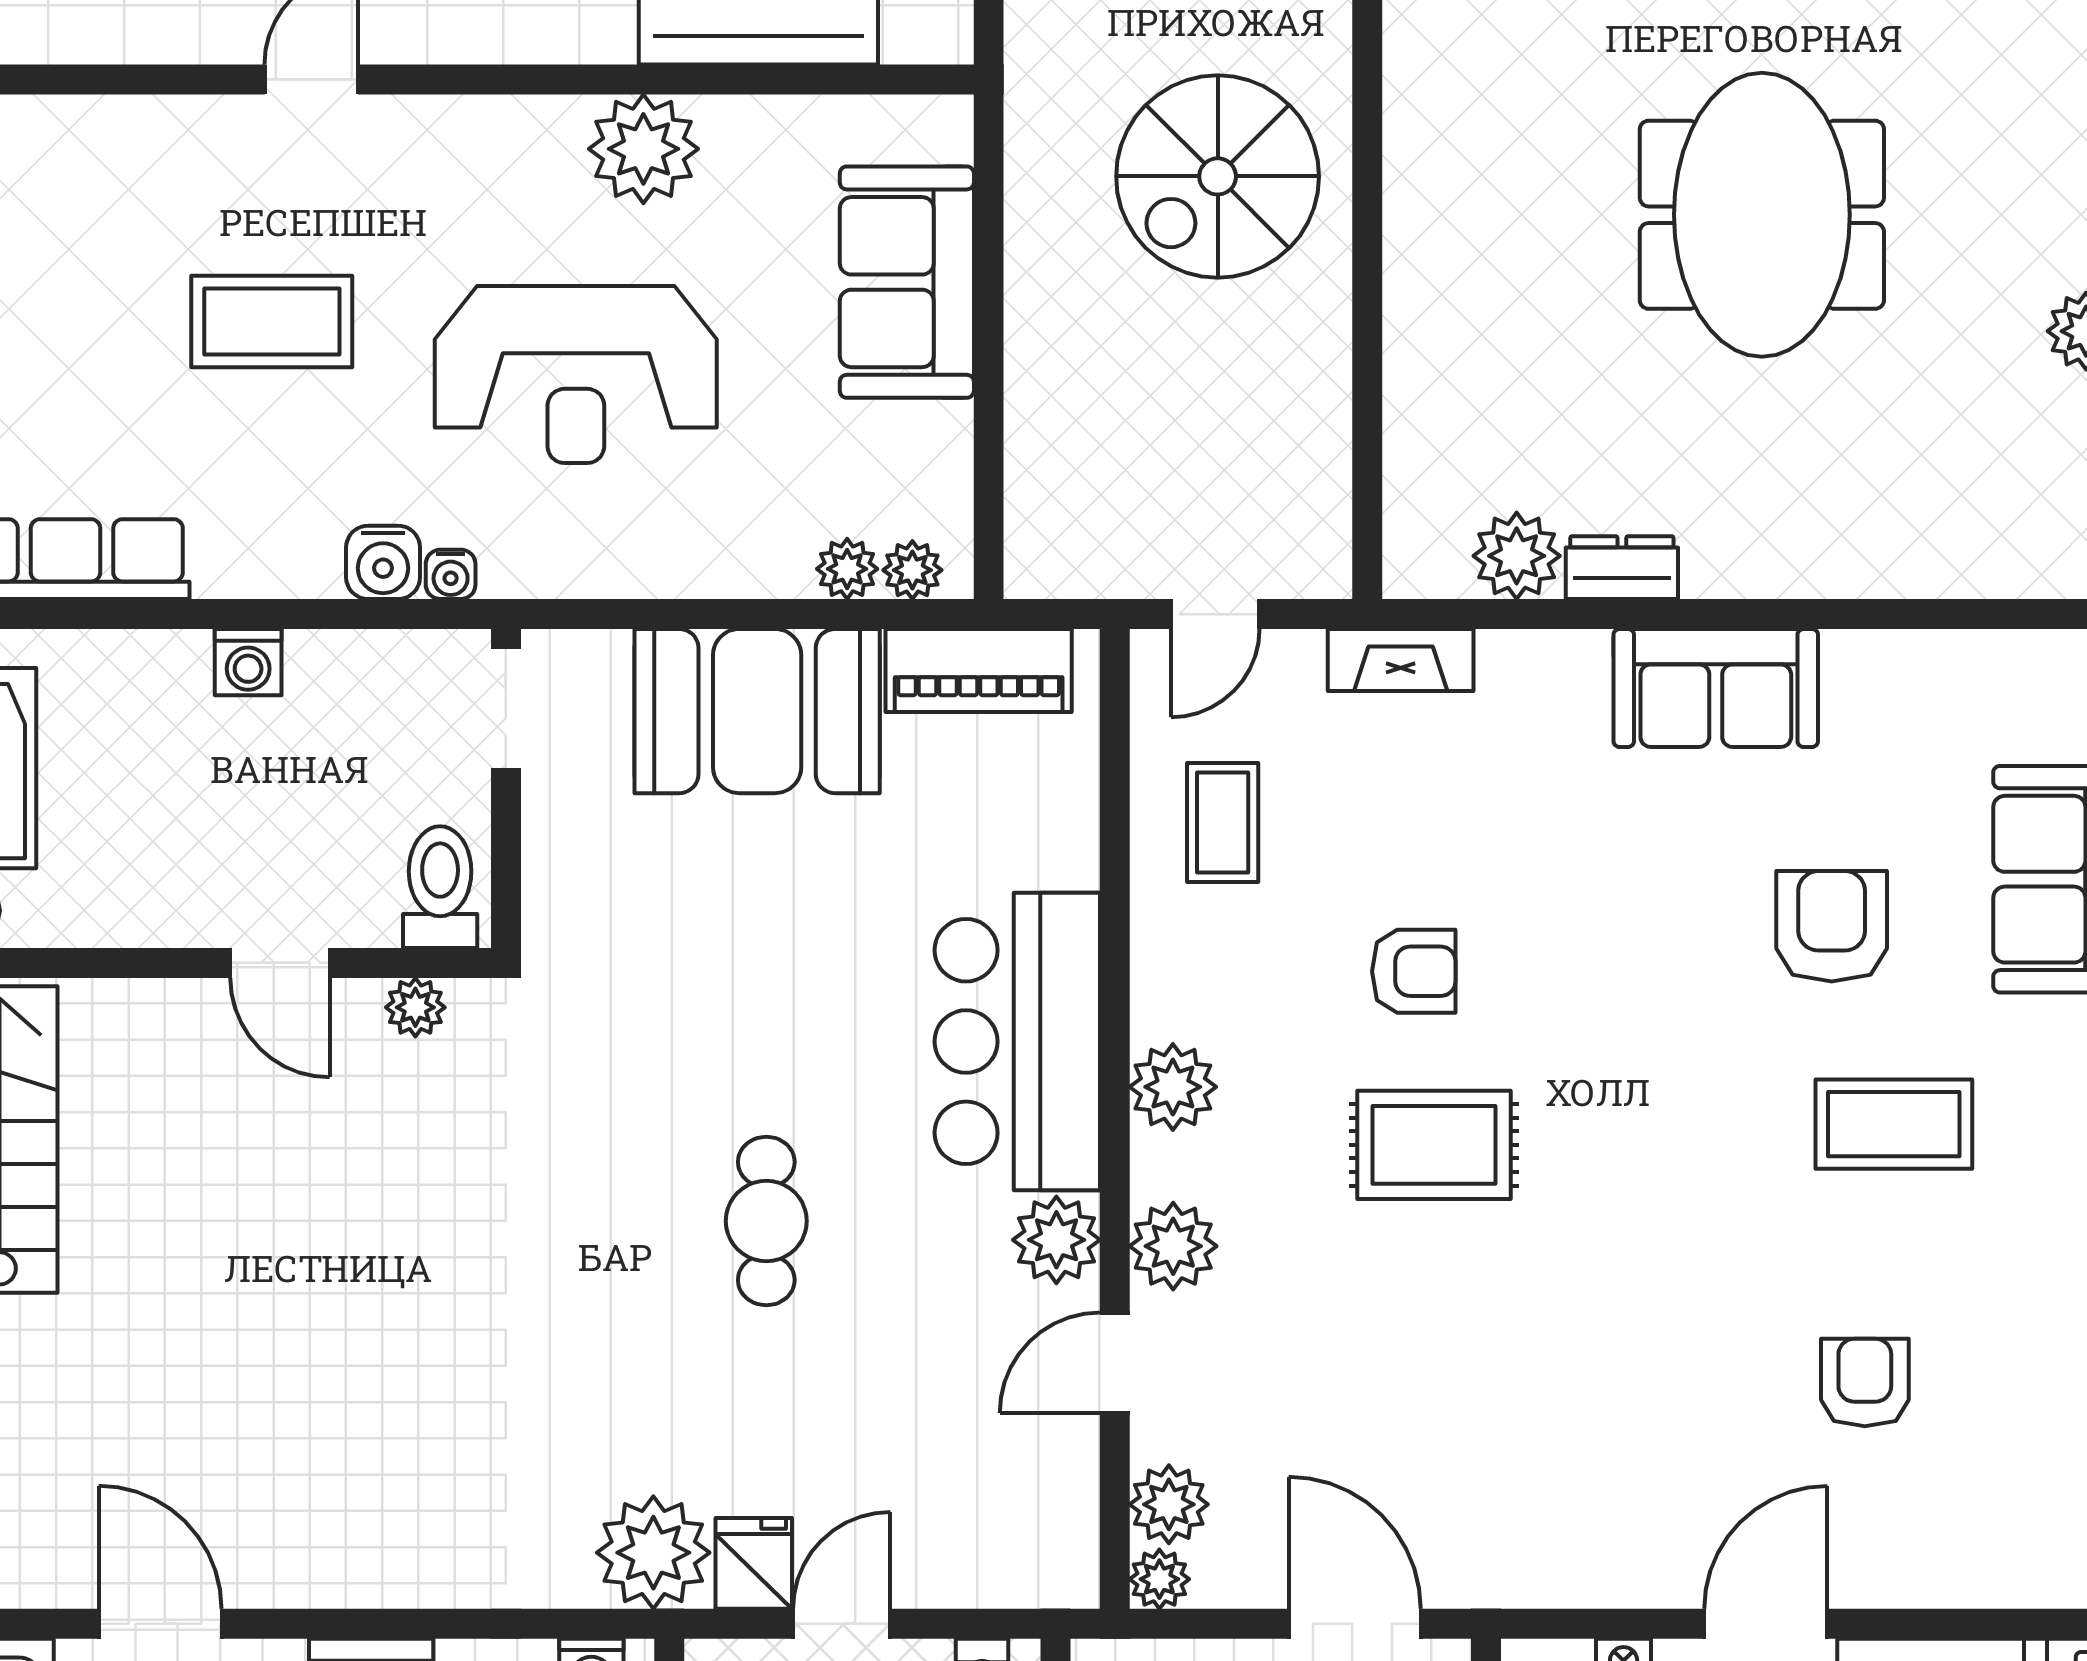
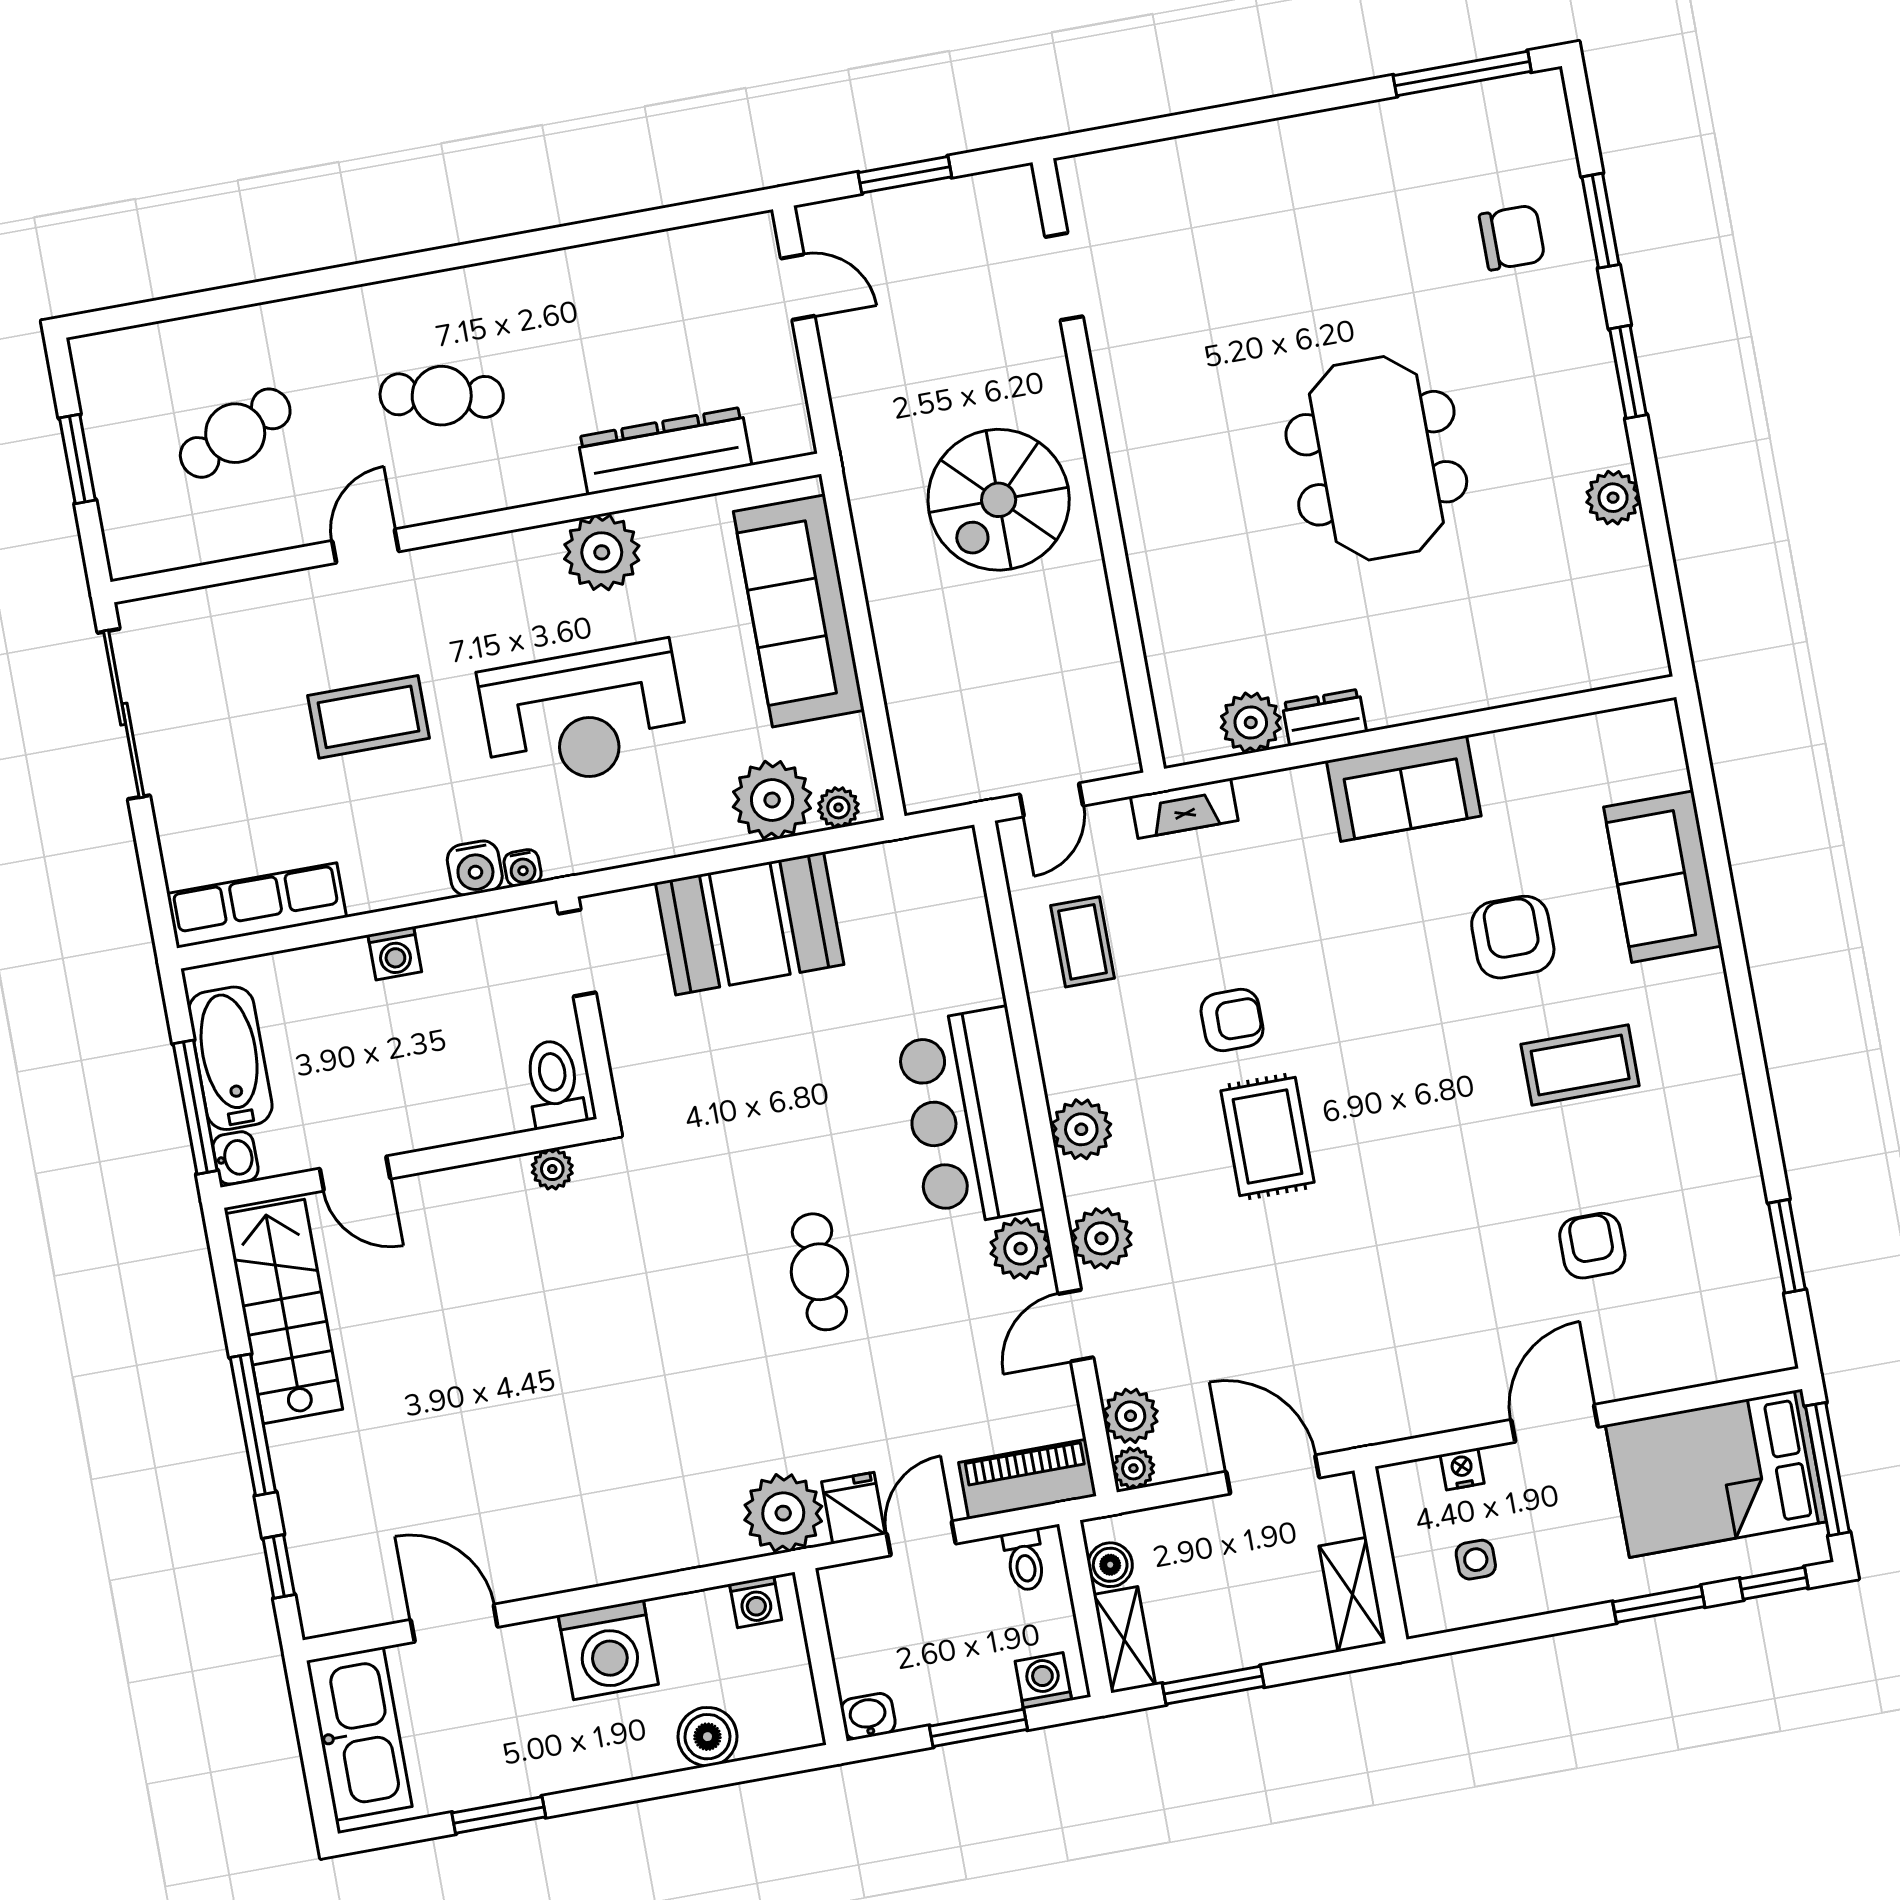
sofa: (907, 282) -> (799, 611), width x1.36
plant: (847, 569) -> (772, 800), width x1.87, depth x1.87
piano: (979, 670) -> (1027, 1479), moved, turned 180
door: (280, 963) -> (355, 1174), moved
rug: (1434, 1145) -> (1267, 1137), turned 90

